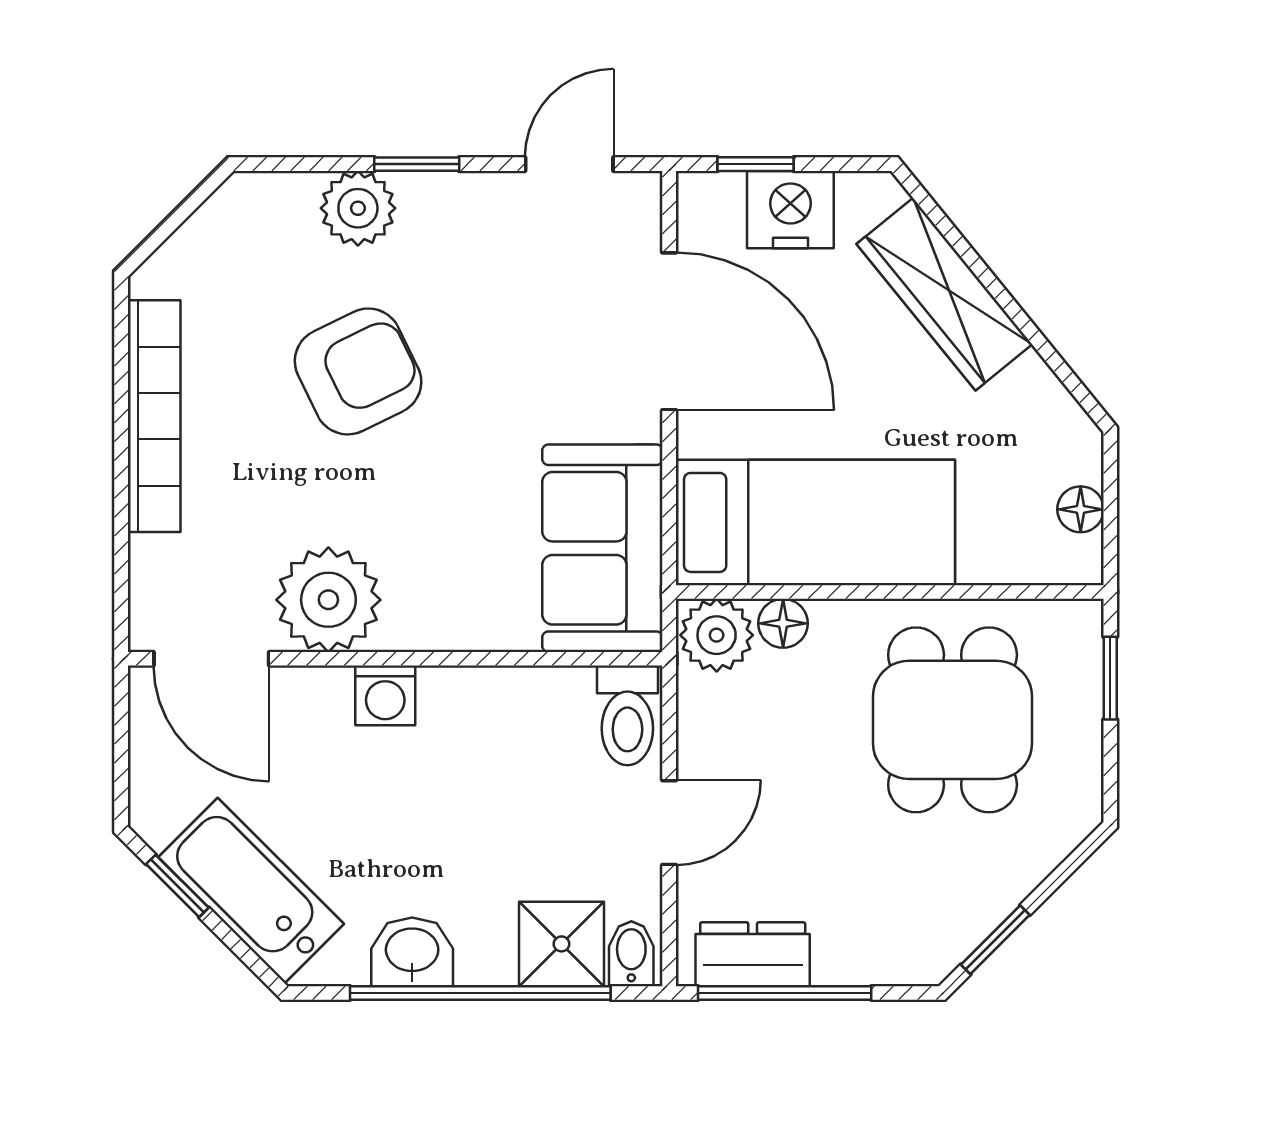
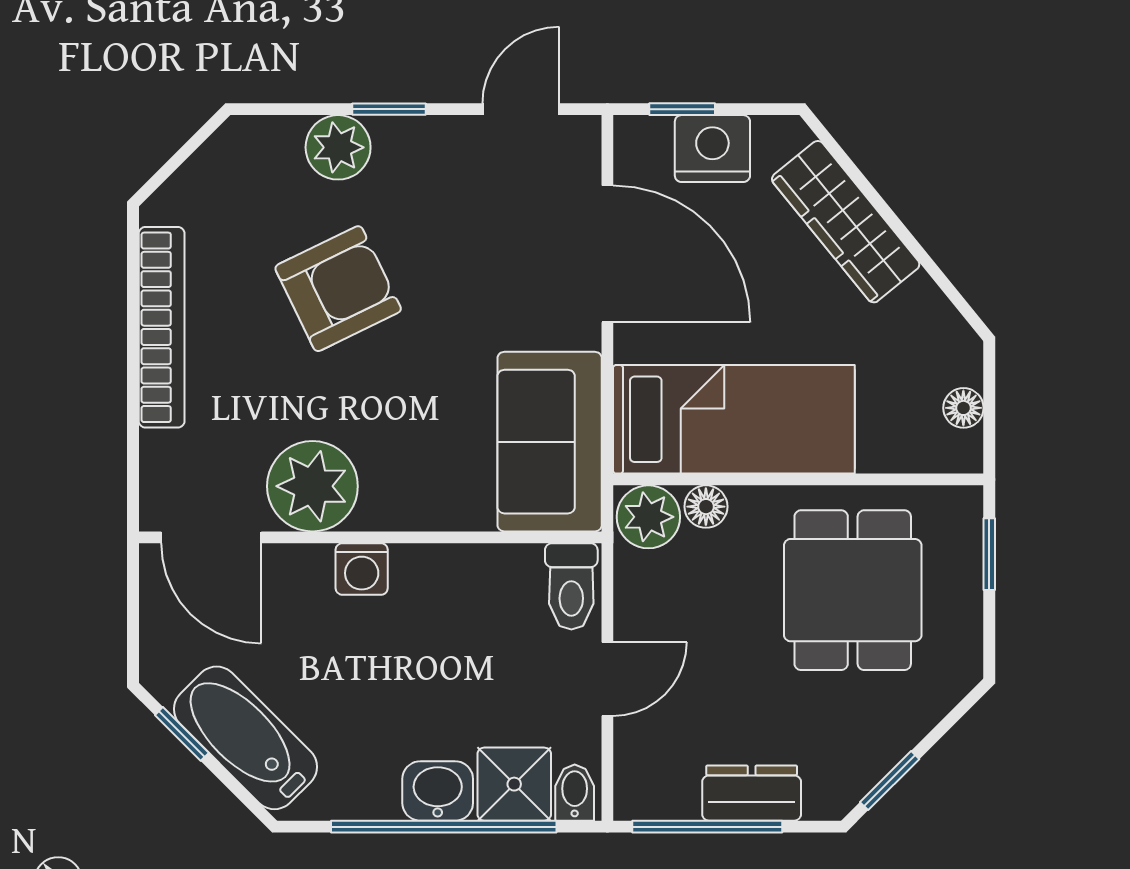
washbasin: (412, 952) -> (438, 791), moved
dresser: (753, 954) -> (752, 793), moved

